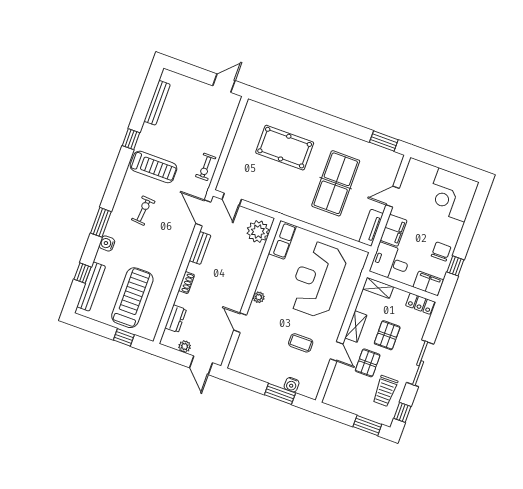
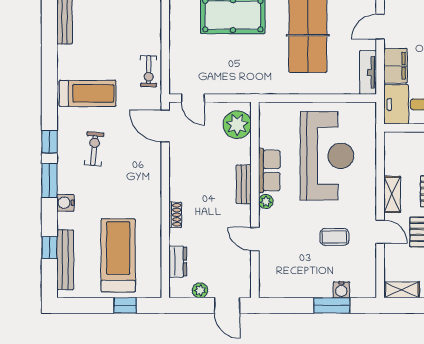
window: (131, 139) -> (49, 142), moved
row of seats: (282, 240) -> (269, 171), moved
bench: (200, 248) -> (244, 184), moved
reception desk: (317, 280) -> (327, 156), turned 180
shelving: (378, 288) -> (402, 290), moved

